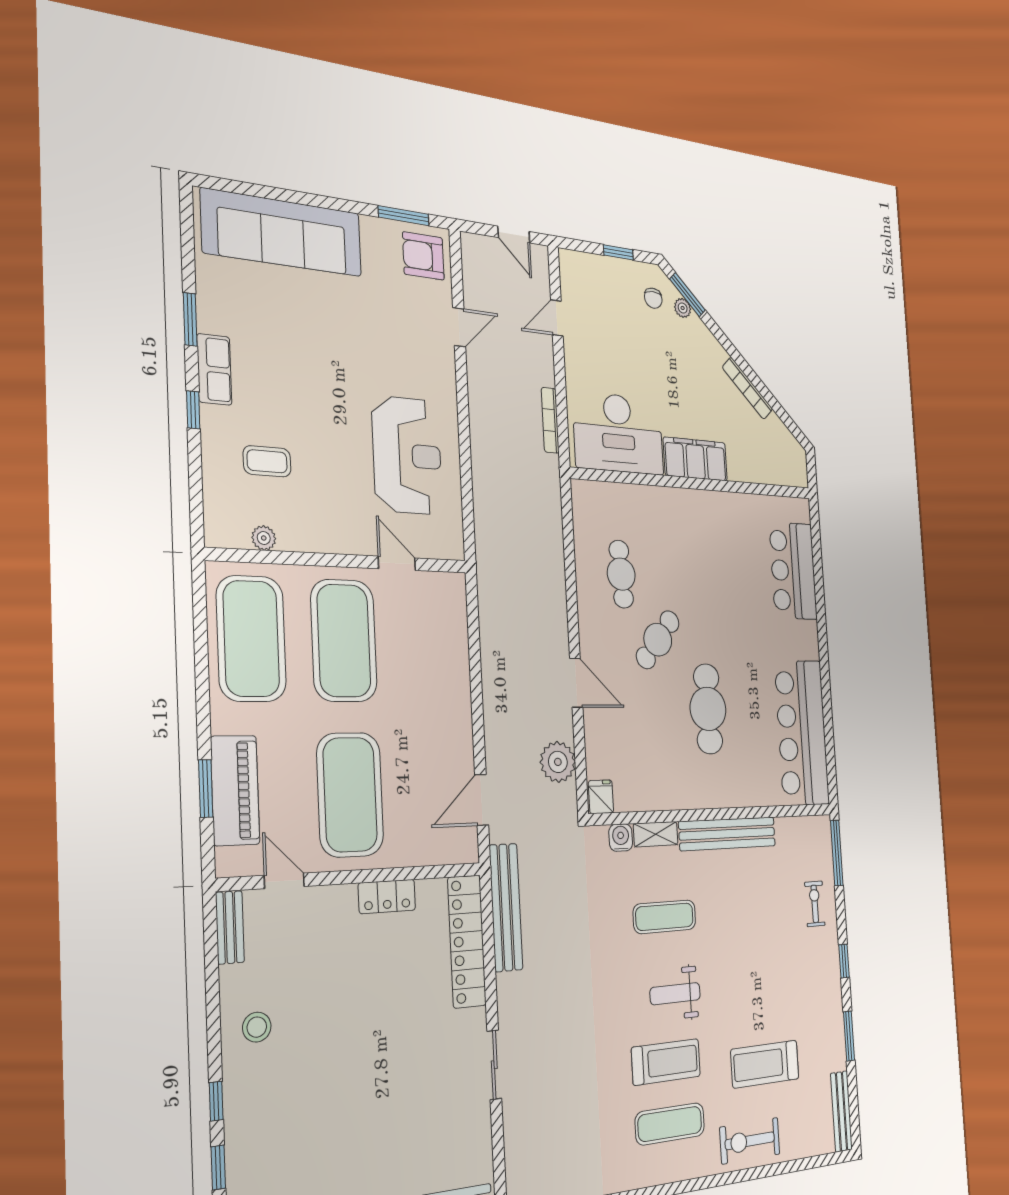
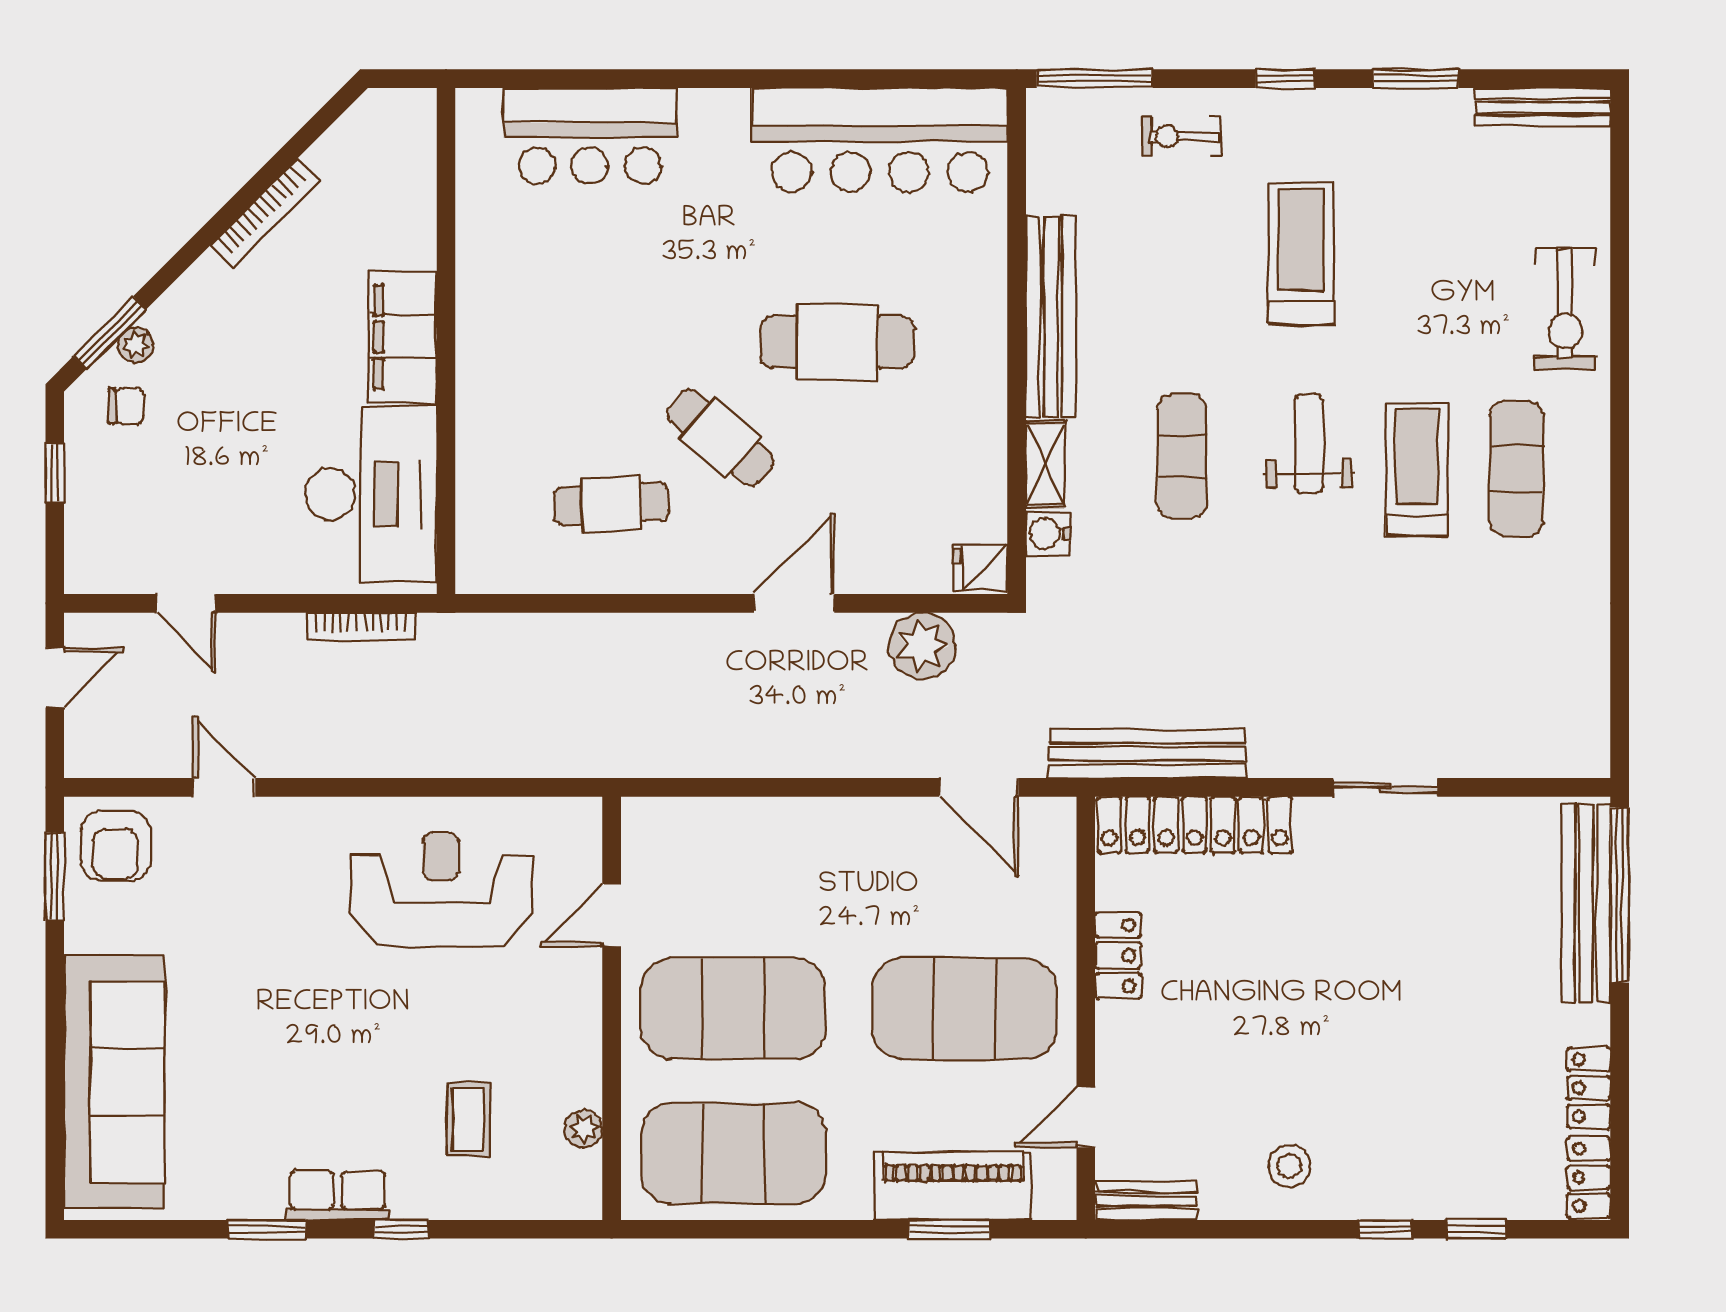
weight bench: (675, 994) -> (1309, 444), turned 180
treadmill: (765, 1064) -> (1301, 254), moved, turned 180

